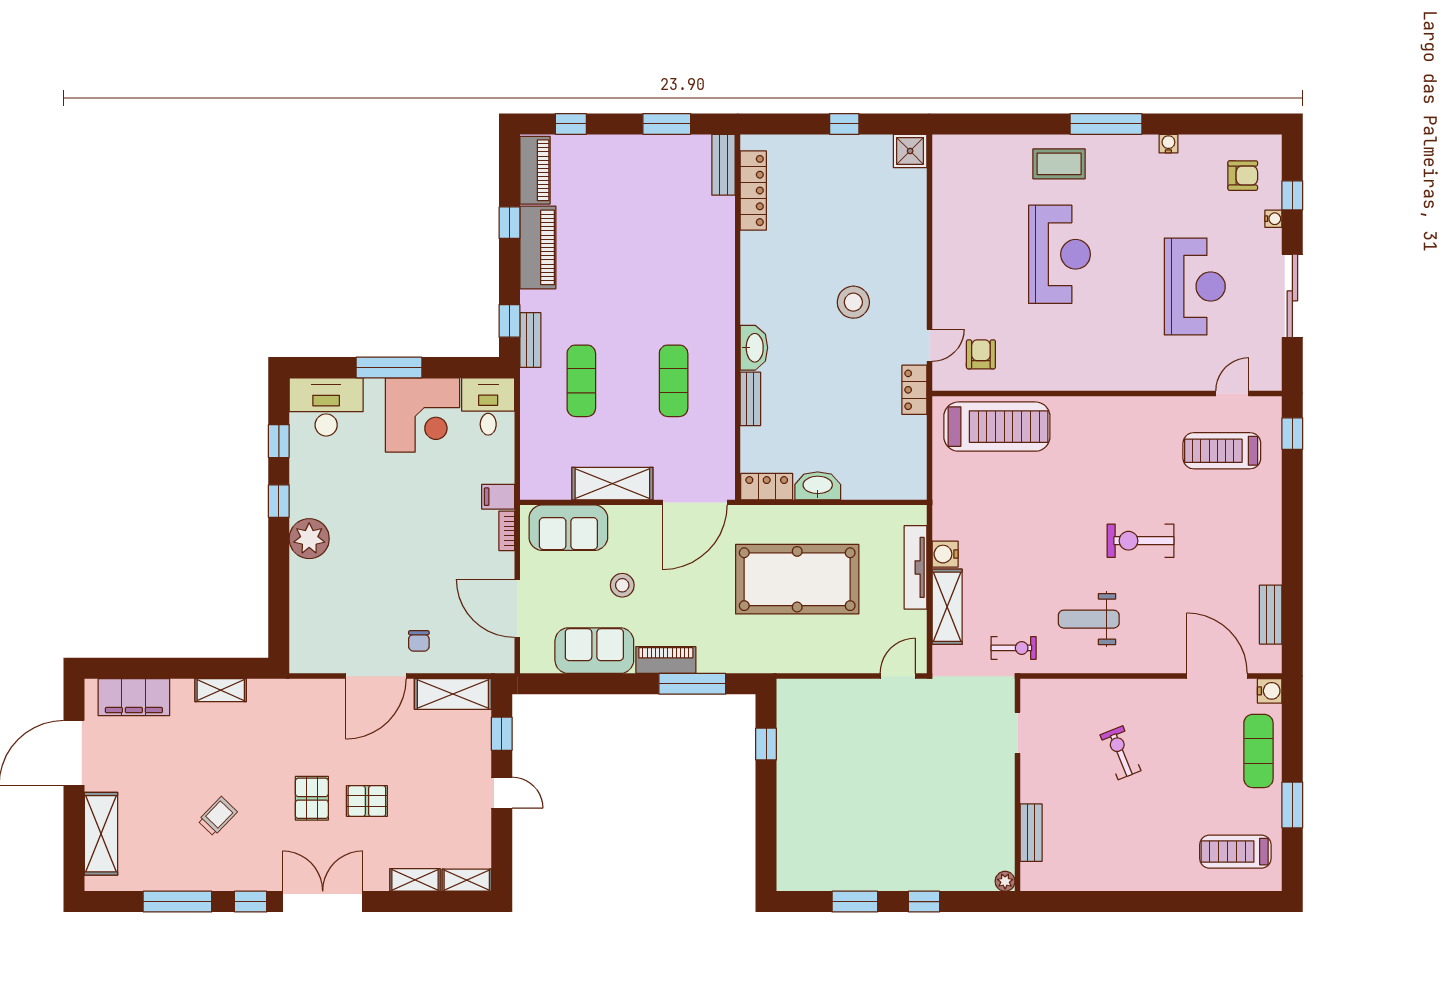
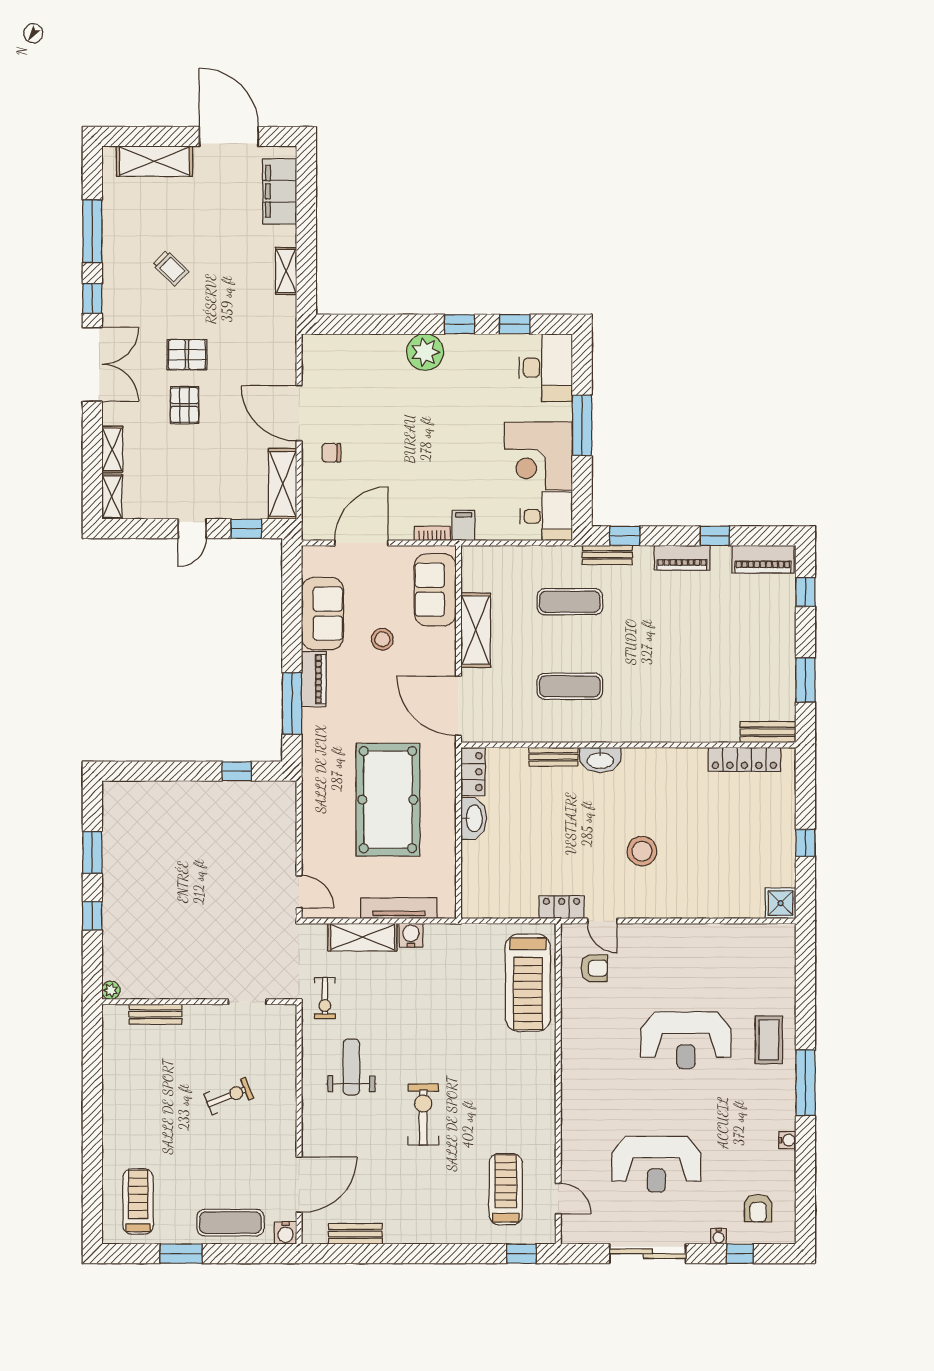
piano: (538, 247) -> (682, 558), width x0.73, depth x0.75

